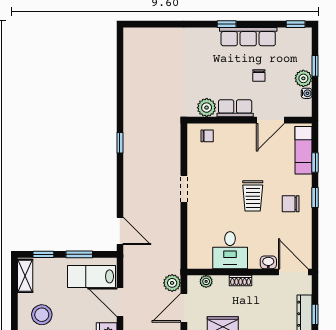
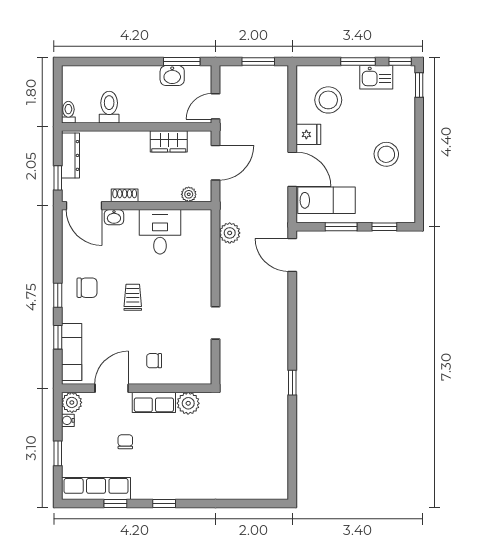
window: (296, 24) -> (115, 504), moved
row of seats: (248, 37) -> (96, 489), moved
plant: (303, 78) -> (72, 402), moved
chair: (207, 136) -> (154, 361), moved
window: (120, 143) -> (292, 383), moved
doorway: (184, 189) -> (215, 323), moved
trolley: (253, 196) -> (133, 297), width x0.73, depth x0.72
shelving: (25, 276) -> (406, 201), removed
shoe rack: (241, 281) -> (125, 195), moved
plant: (172, 283) -> (230, 233), moved
window: (315, 314) -> (58, 178), moved

